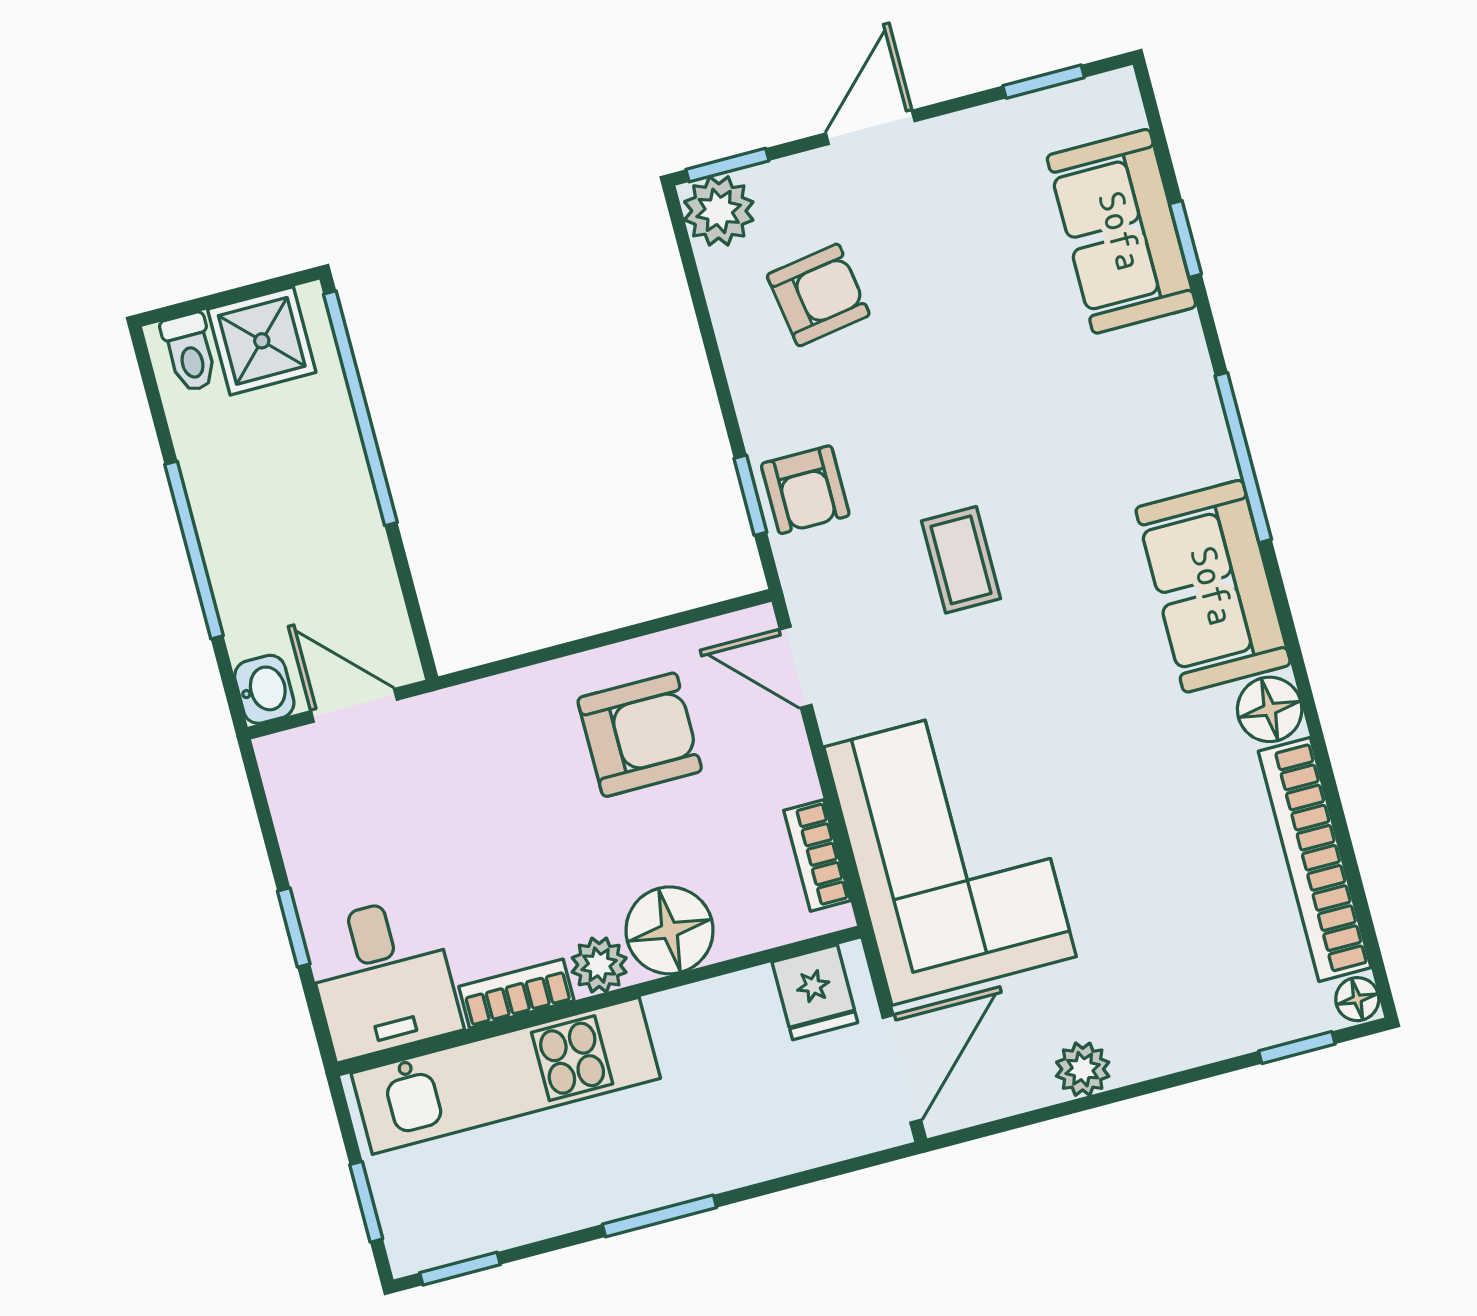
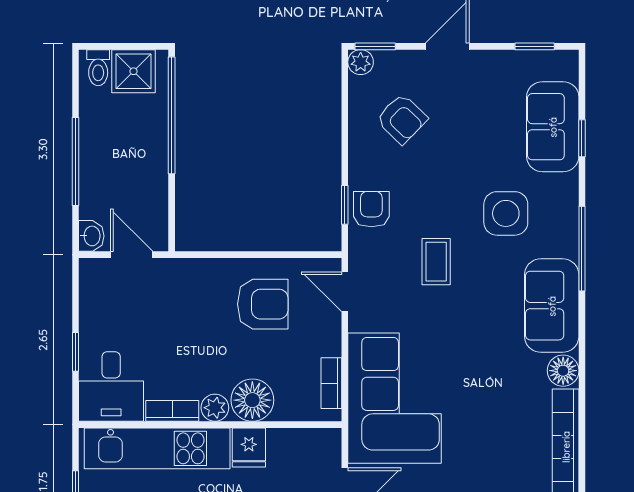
plant: (719, 211) -> (361, 62), width x0.73, depth x0.73
armchair: (818, 295) -> (402, 119), turned 53
side table: (1074, 428) -> (506, 213), added
armchair: (805, 490) -> (371, 209), turned 180
fridge: (815, 992) -> (249, 447), moved

